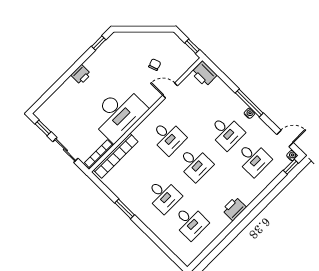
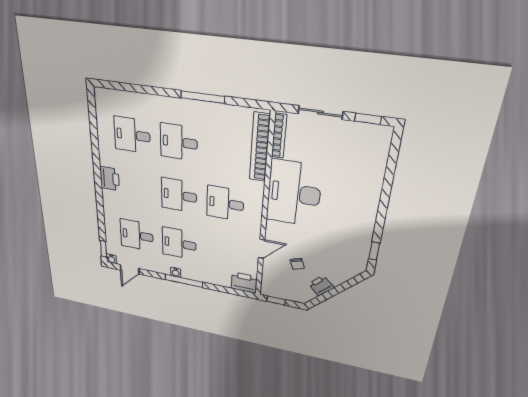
printer: (81, 75) -> (321, 286), moved, turned 45
window: (125, 209) -> (203, 97), width x1.44

